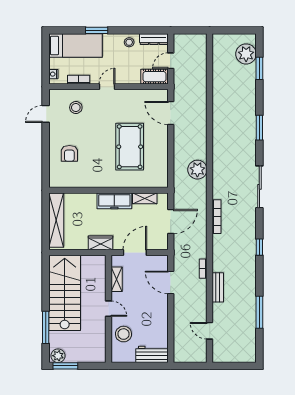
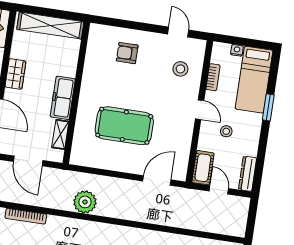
stool: (129, 42) -> (226, 131), moved
nightstand: (53, 74) -> (237, 50), moved

